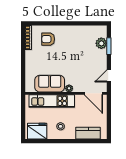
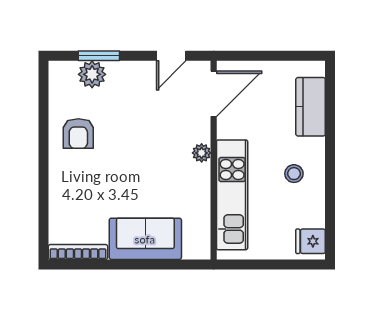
armchair: (48, 39) -> (78, 133), moved
door: (109, 76) -> (171, 56), hinge flipped
sofa: (50, 84) -> (145, 239), moved, turned 90
fridge: (37, 131) -> (311, 241), width x0.53, depth x0.75

